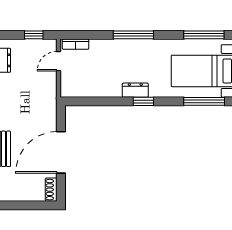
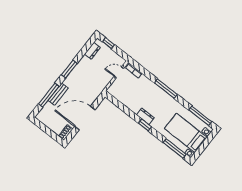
window: (34, 35) -> (109, 43), moved

